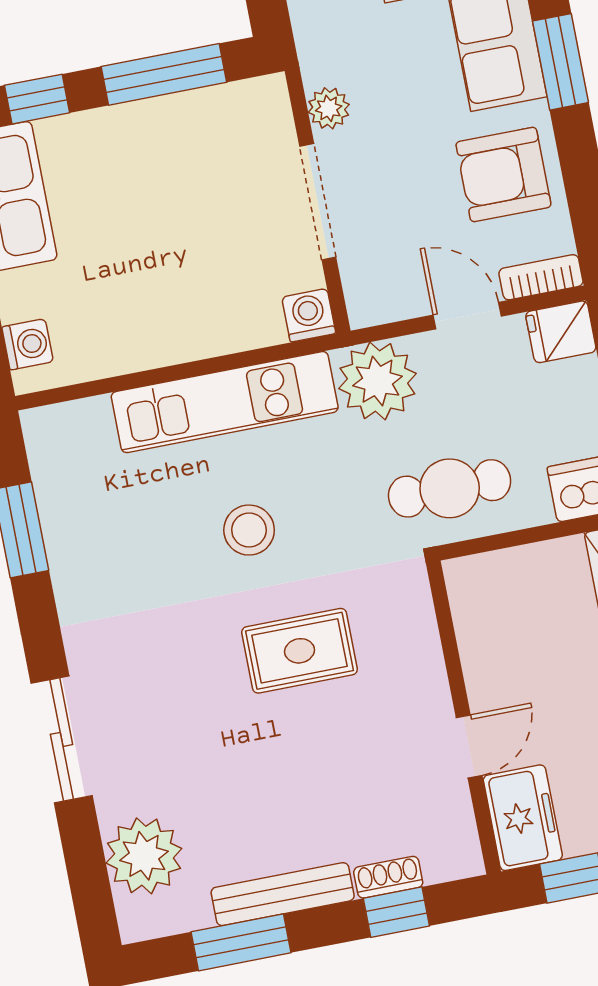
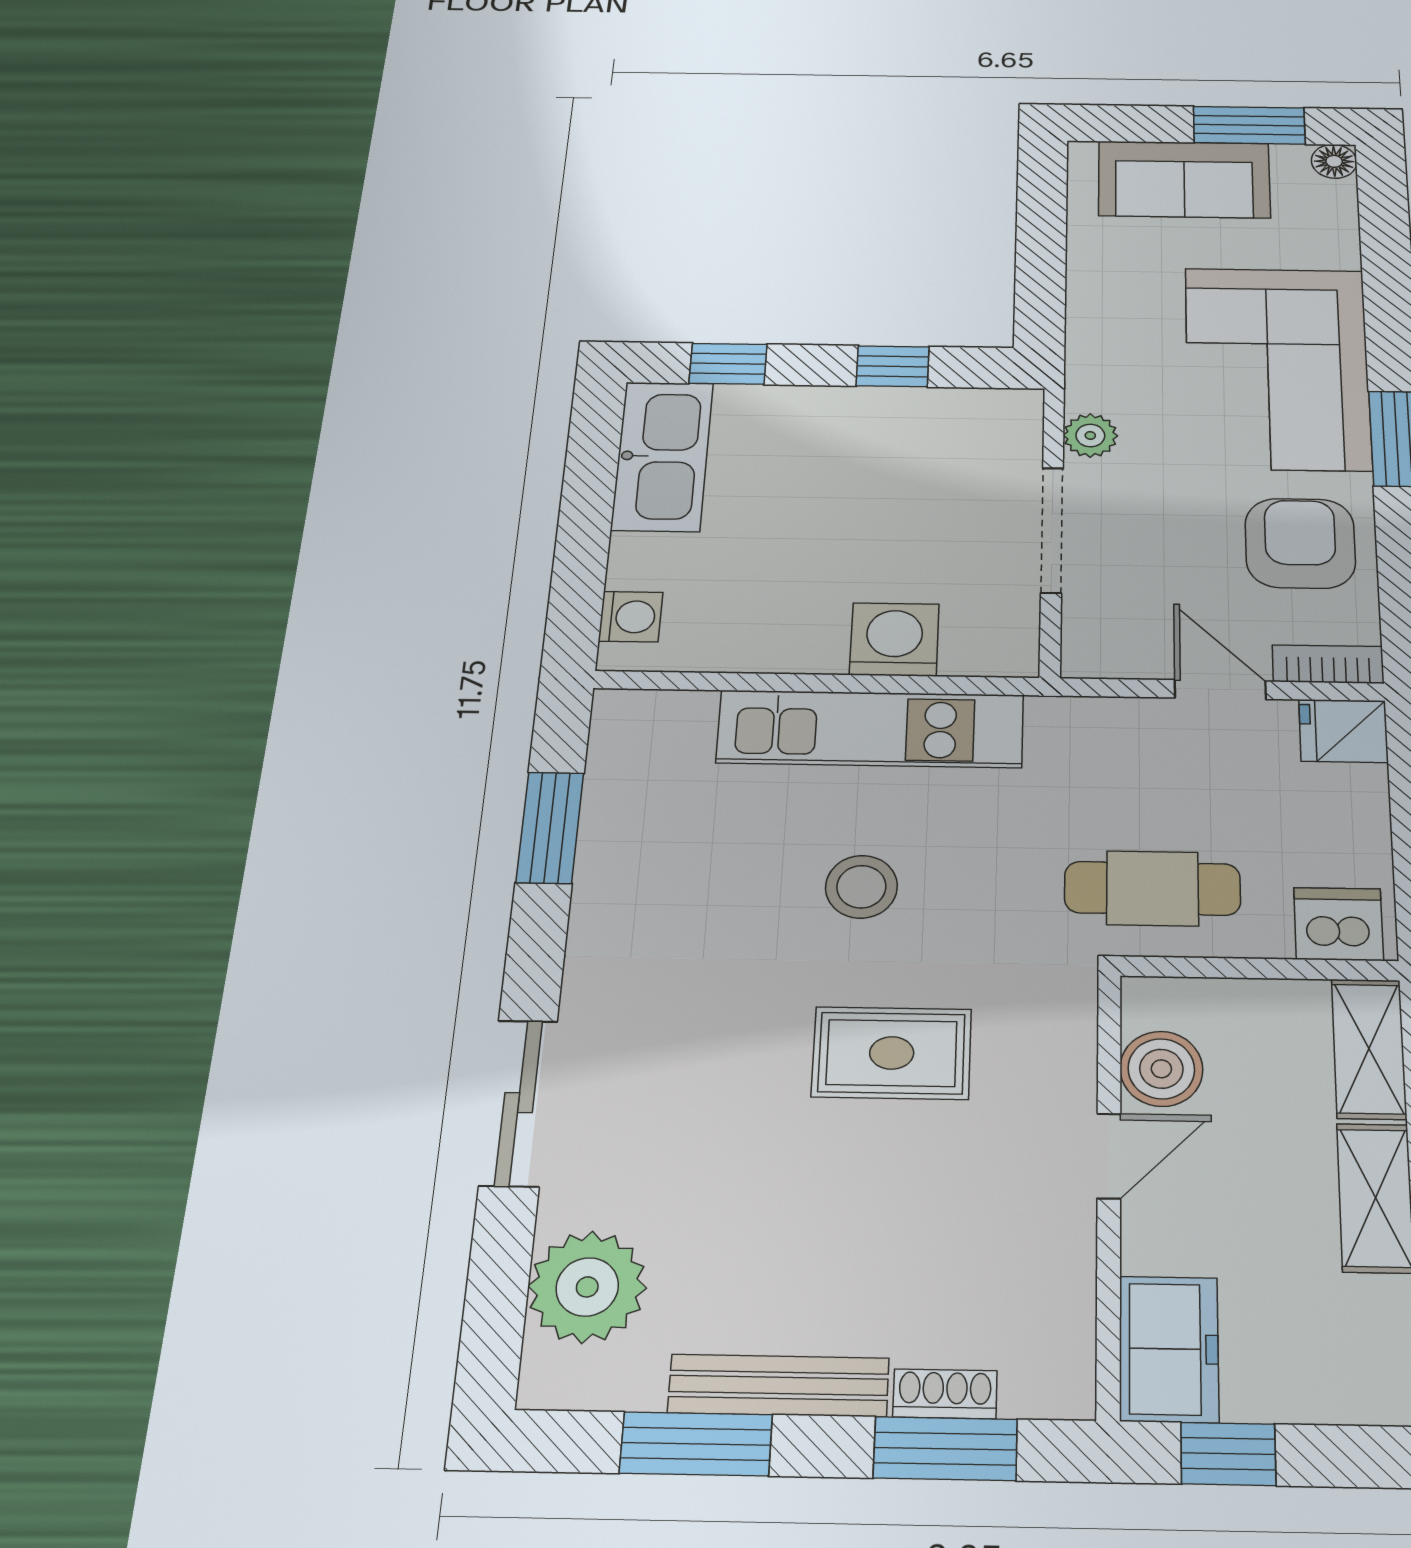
window: (164, 74) -> (893, 366), width x0.46
armchair: (503, 174) -> (1300, 543), turned 90
washing machine: (309, 315) -> (894, 639), moved, width x1.38, depth x1.38
plant: (377, 381) -> (1082, 742), removed
boiler: (481, 624) -> (1161, 1069), added
door: (469, 746) -> (1109, 1156), moved
window: (396, 912) -> (945, 1449), width x1.50

